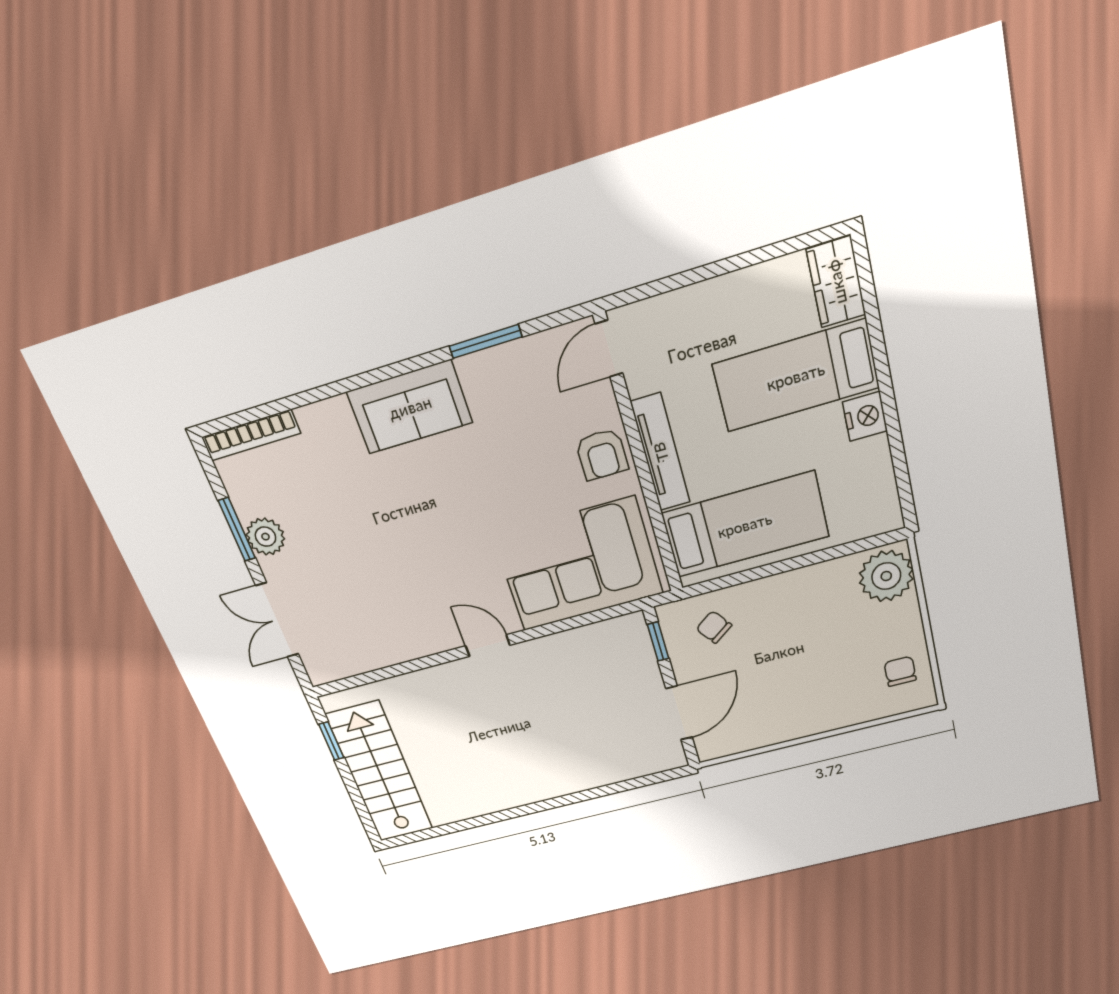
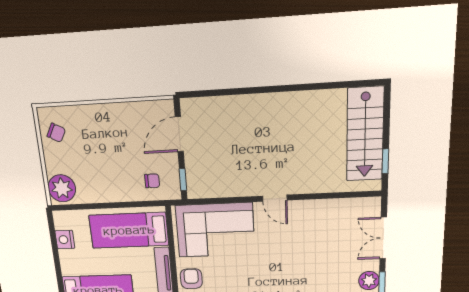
nightstand: (865, 416) -> (65, 240), moved
double door: (277, 620) -> (383, 238), swing flipped
chair: (714, 627) -> (152, 181), turned -54
chair: (900, 671) -> (56, 133), turned -62

